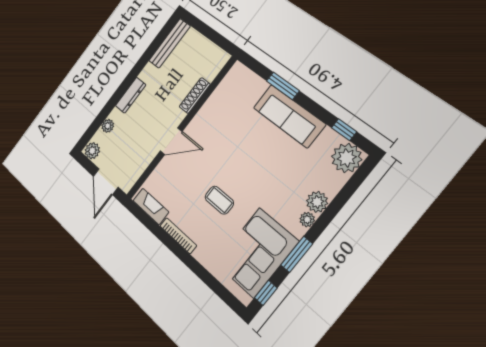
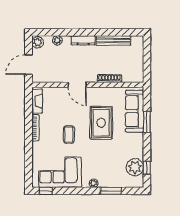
bench: (170, 43) -> (113, 41), moved
sofa: (289, 116) -> (135, 111), moved
rug: (238, 147) -> (101, 123), added
plant: (347, 158) -> (135, 167), moved
plant: (317, 202) -> (105, 181), removed
window: (297, 254) -> (111, 191), moved

